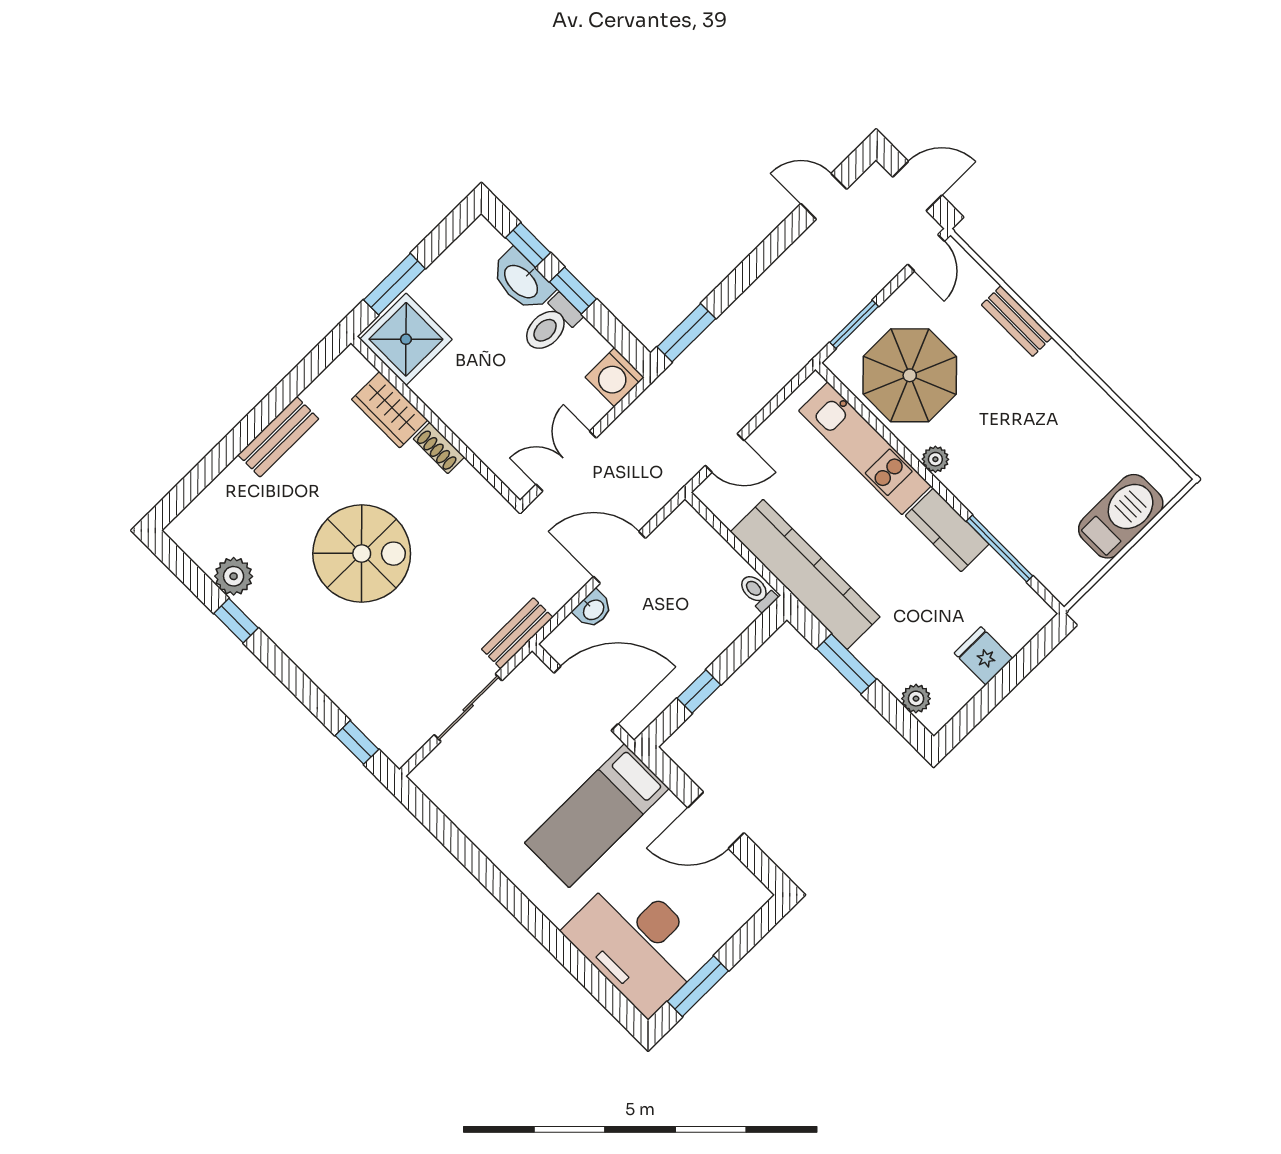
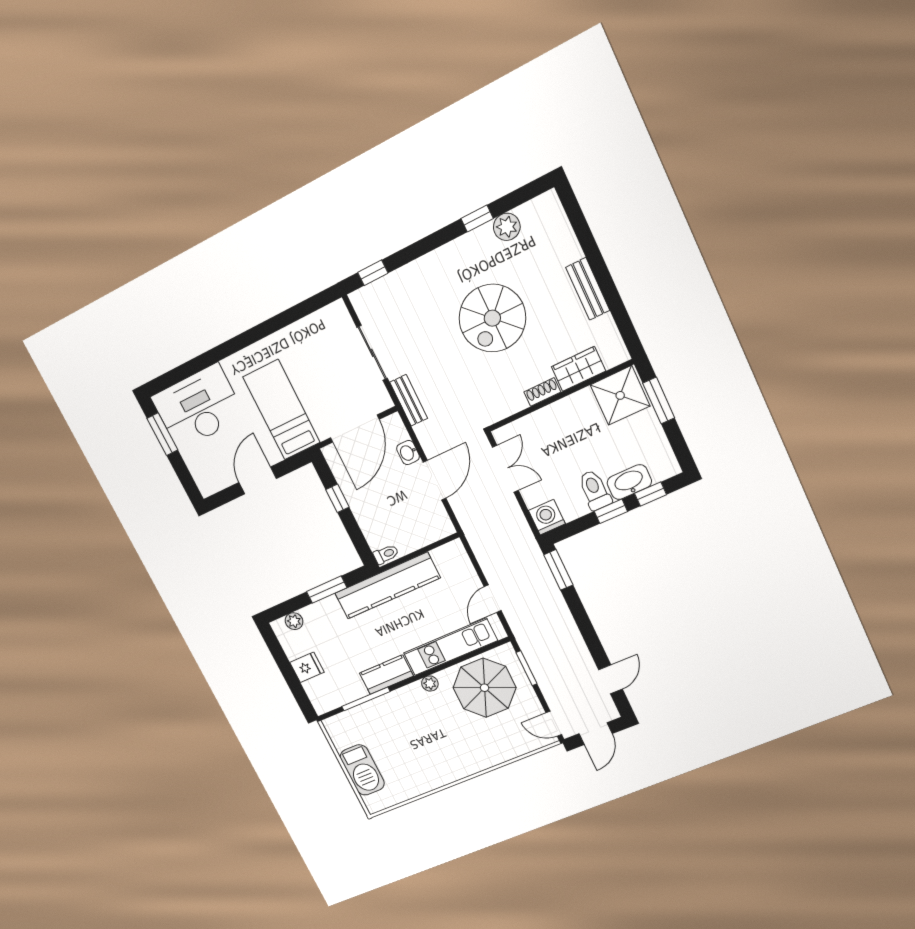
bench: (1017, 321) -> (494, 758), removed
door: (725, 453) -> (493, 599), moved

